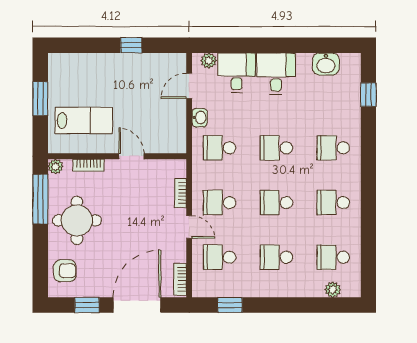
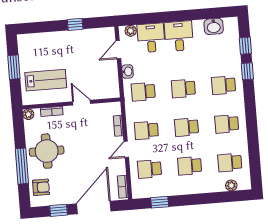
window: (368, 131) -> (247, 71), added
window: (40, 199) -> (22, 166), moved
door: (189, 227) -> (126, 149), swing flipped

